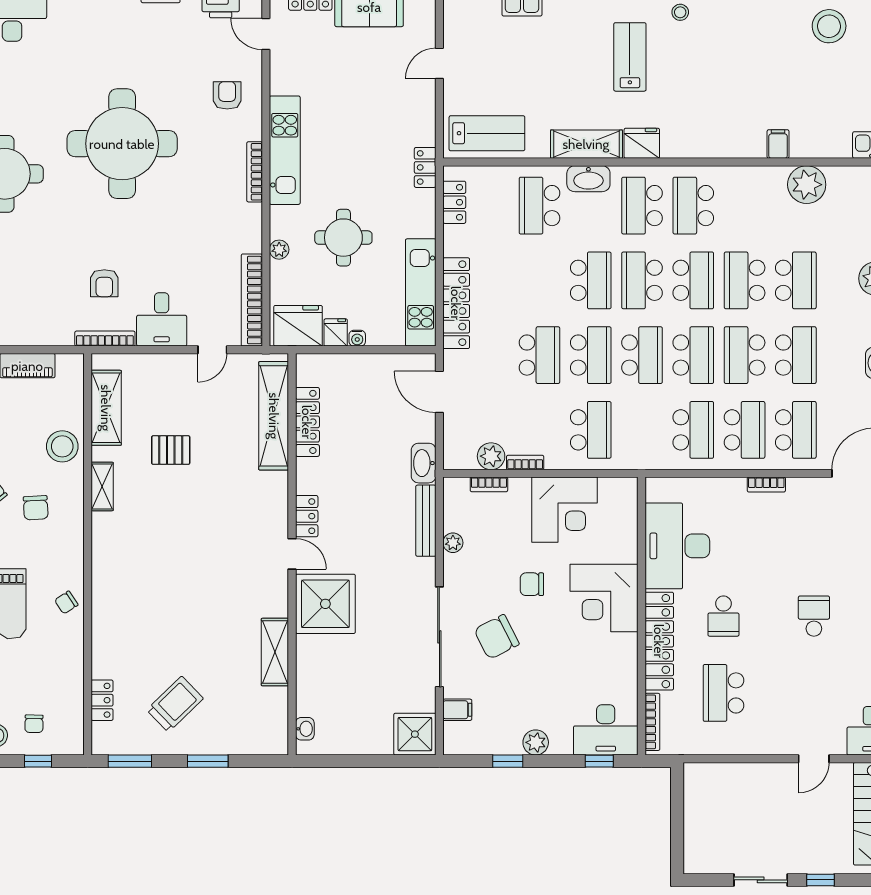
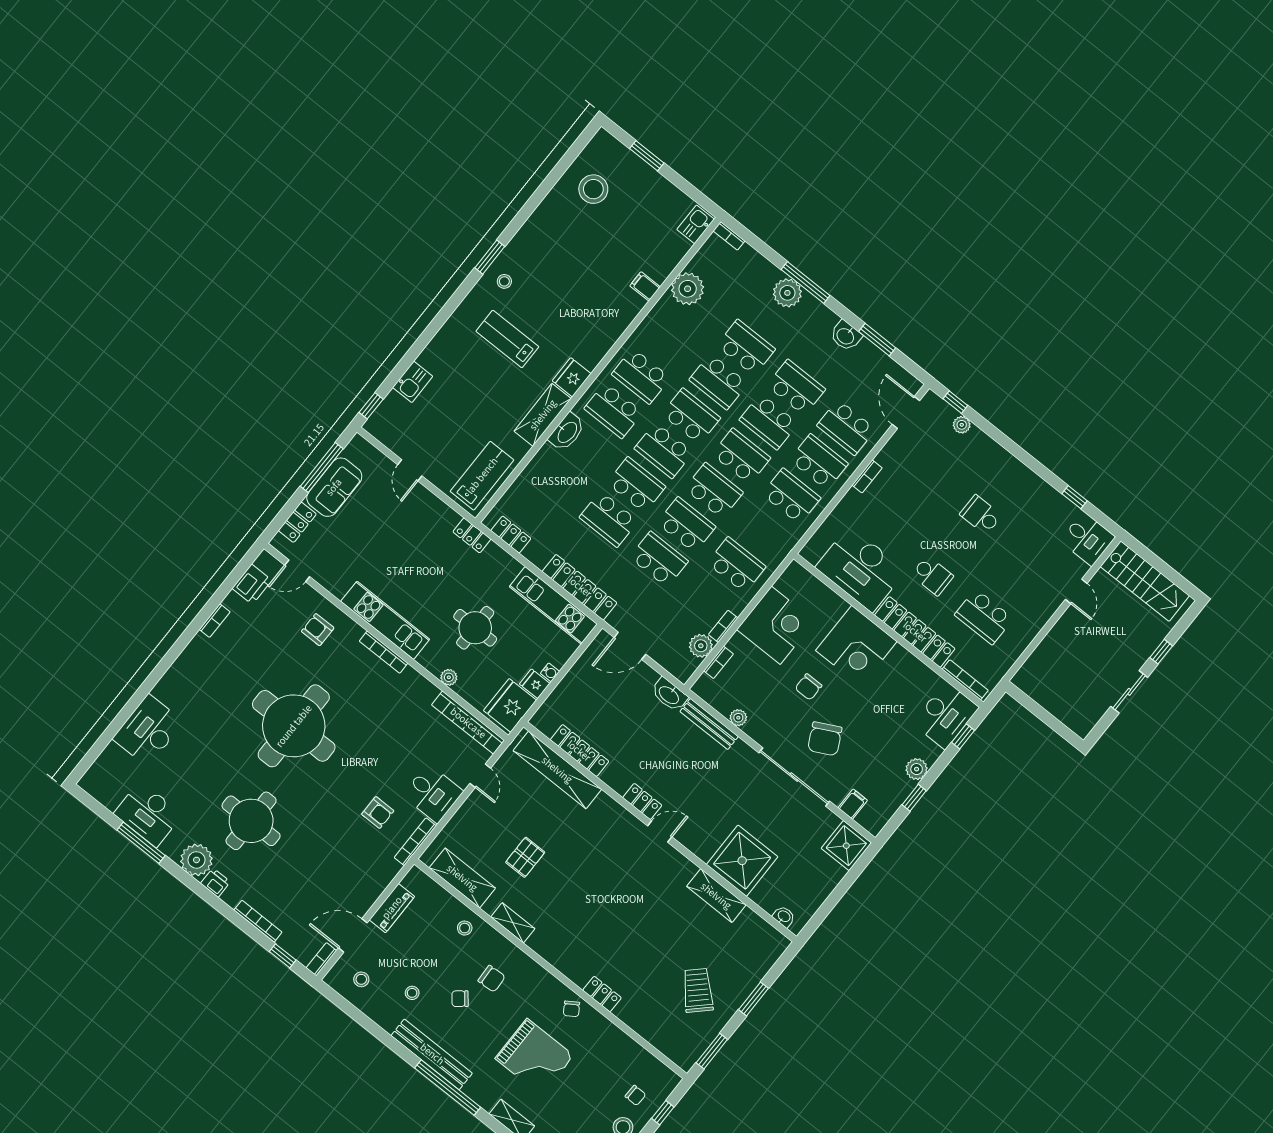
school desk: (539, 206) -> (609, 519), moved
school desk: (796, 430) -> (846, 427), turned 180
stool: (62, 446) -> (465, 928), width x0.53, depth x0.53
shower: (325, 604) -> (742, 861), moved
locker: (102, 700) -> (602, 994), moved

